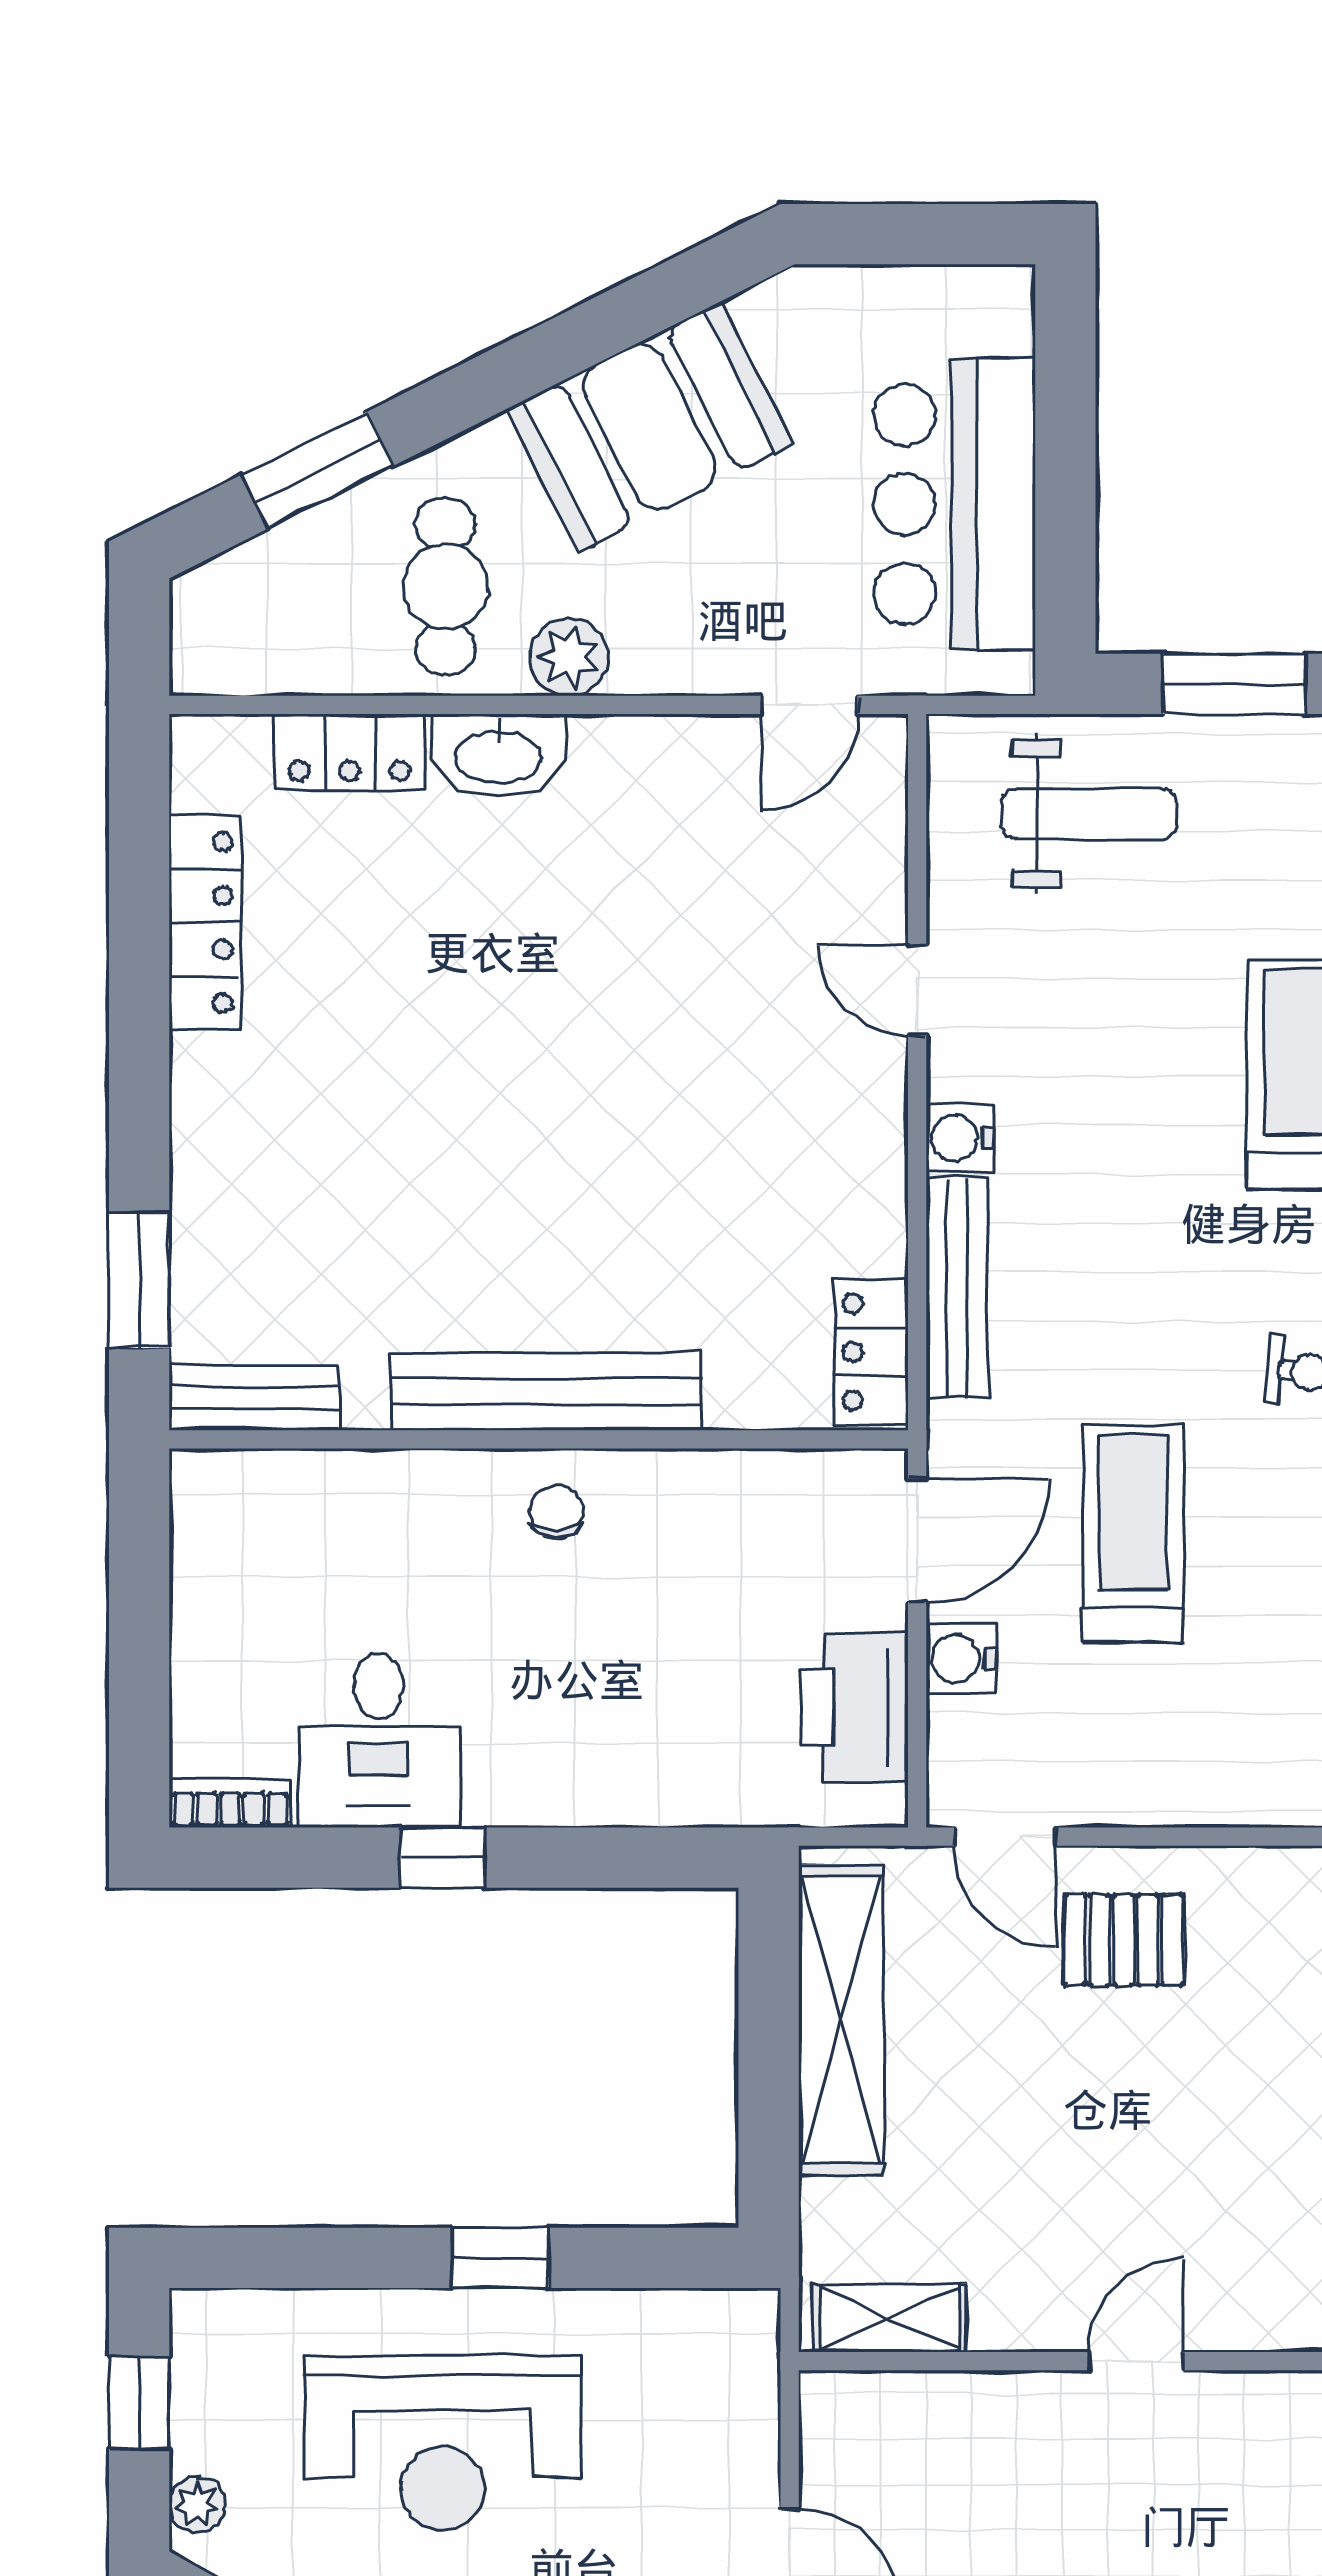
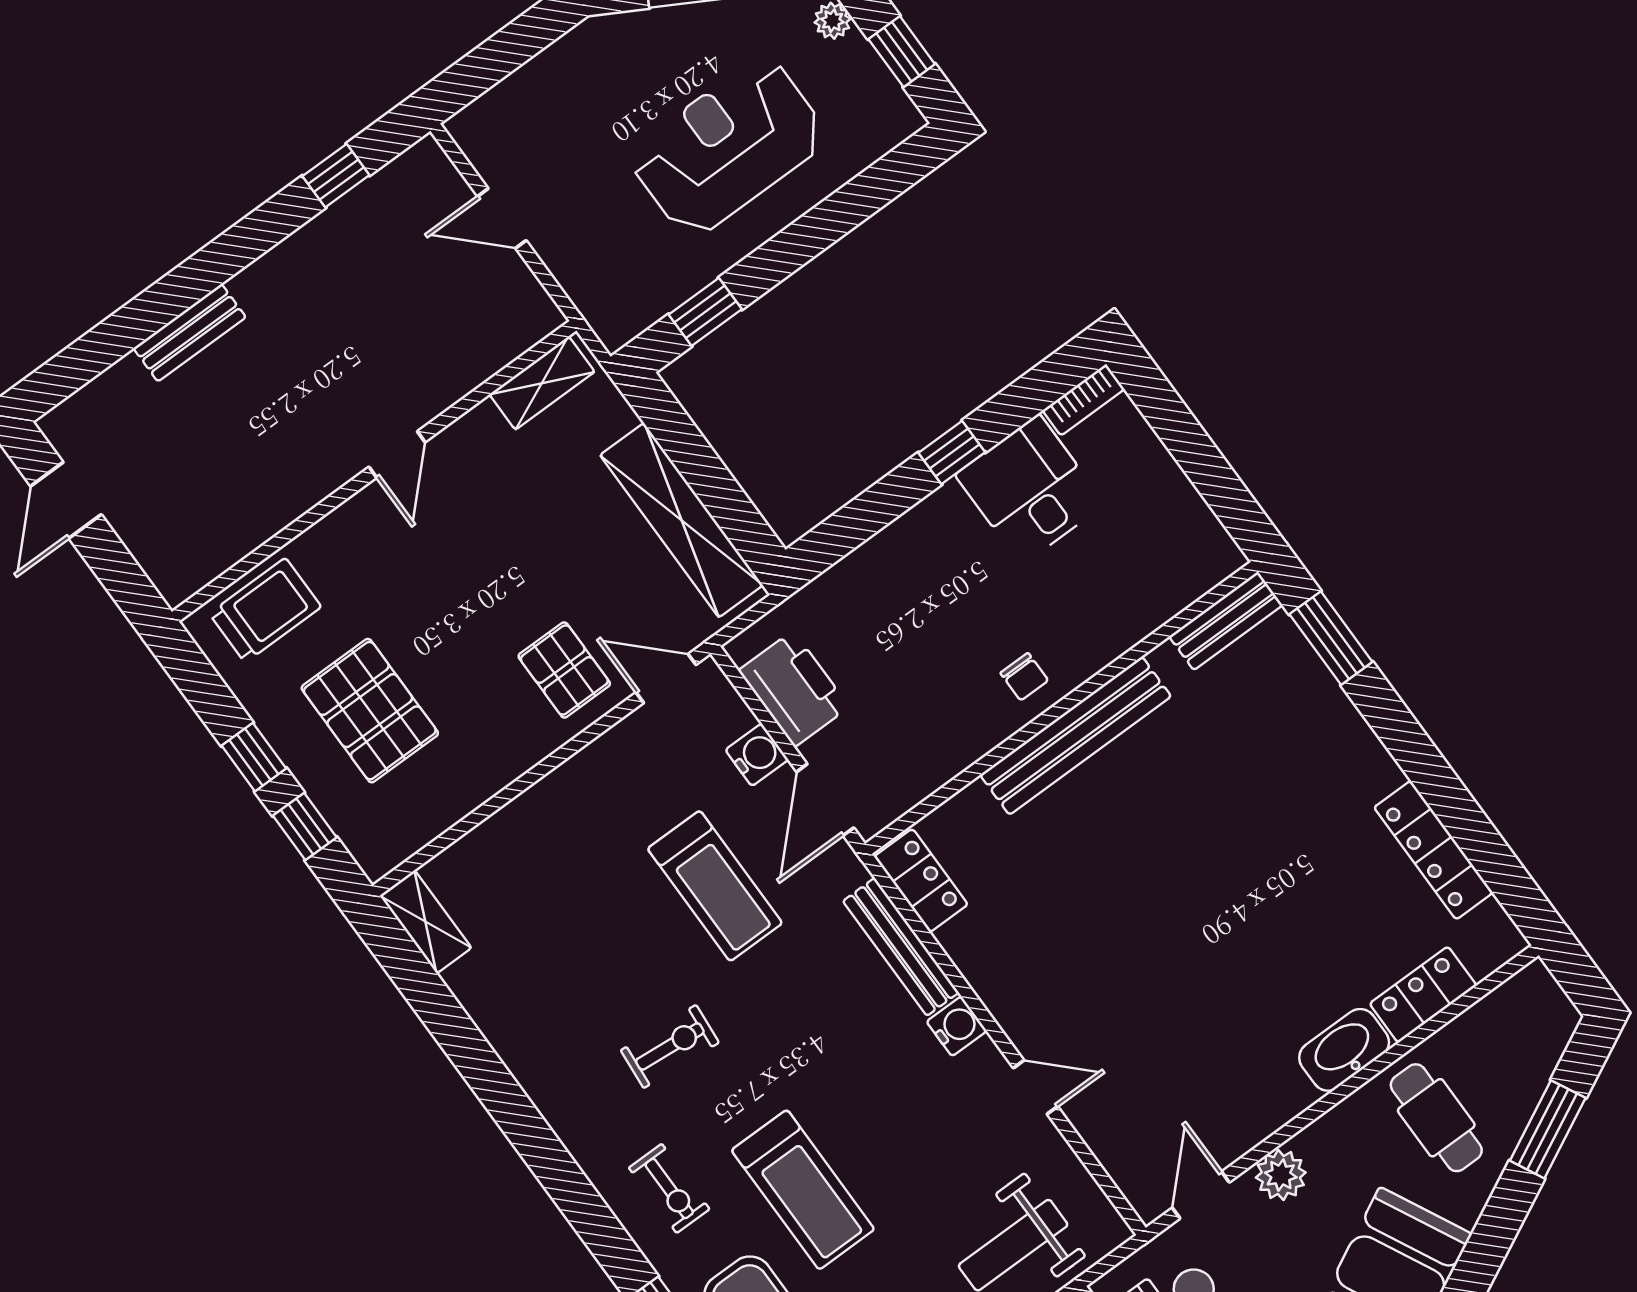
plant: (569, 657) -> (1281, 1175), moved
pallet: (1124, 1940) -> (564, 670), turned 90
window: (500, 2258) -> (705, 312), moved

